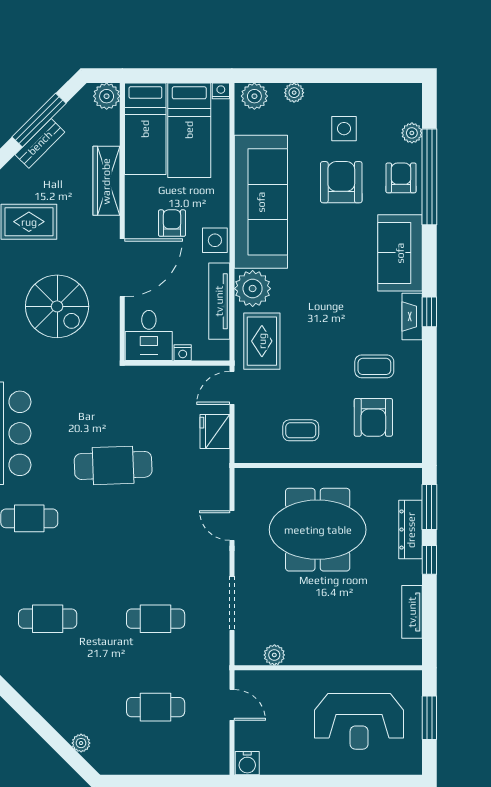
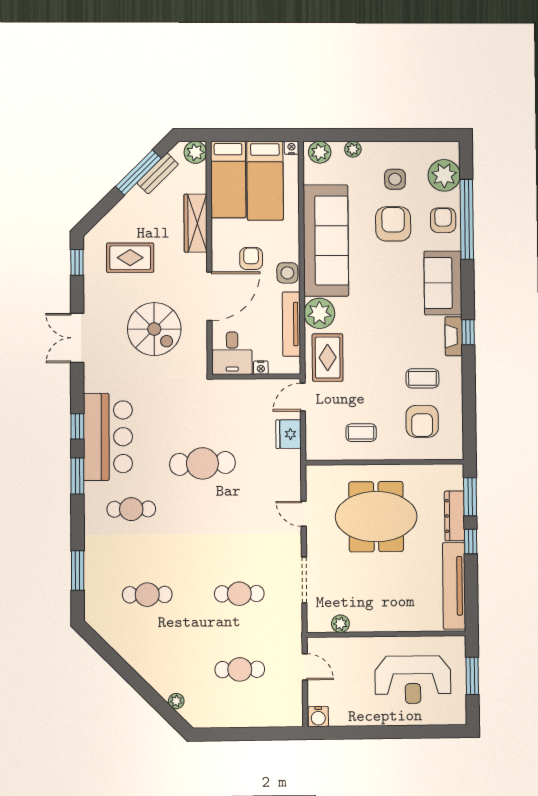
plant: (412, 133) -> (444, 175), width x1.88, depth x1.88
bench: (40, 143) -> (158, 173), moved
tv unit: (412, 612) -> (454, 586), width x1.92, depth x1.29

